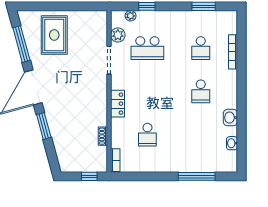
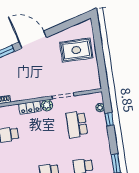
plant: (118, 35) -> (47, 105), moved
window: (21, 44) -> (65, 25), removed

